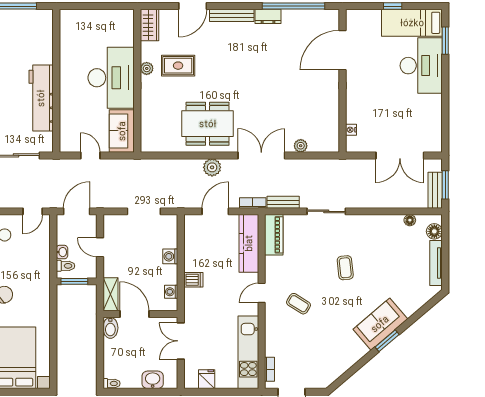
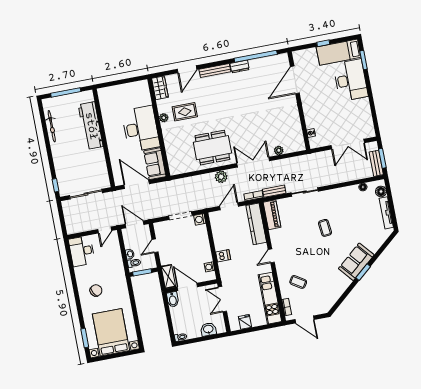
workbench: (41, 98) -> (91, 126), moved
door: (90, 155) -> (137, 184), width x1.88
door: (77, 211) -> (135, 224), hinge flipped
door: (100, 247) -> (155, 246), hinge flipped
washing machine: (170, 256) -> (200, 219), moved
coffee table: (299, 304) -> (298, 282), moved

